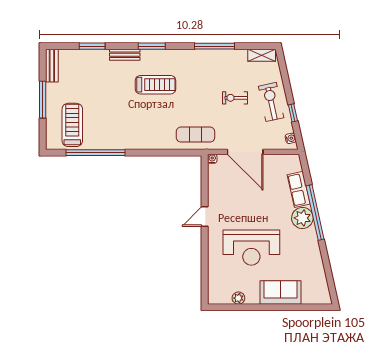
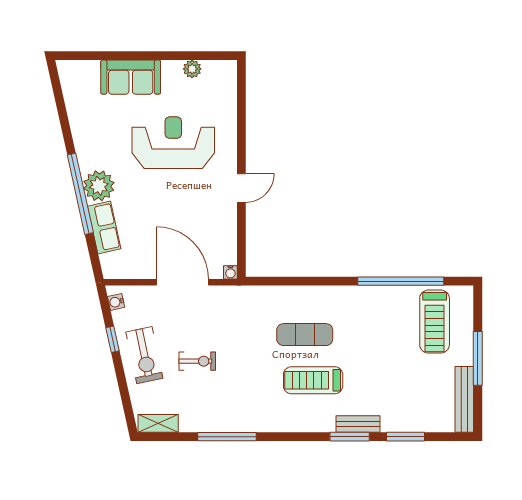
window: (152, 46) -> (350, 437), moved
bench: (52, 66) -> (464, 399), width x1.36
exercise mat: (195, 135) -> (305, 335), moved

